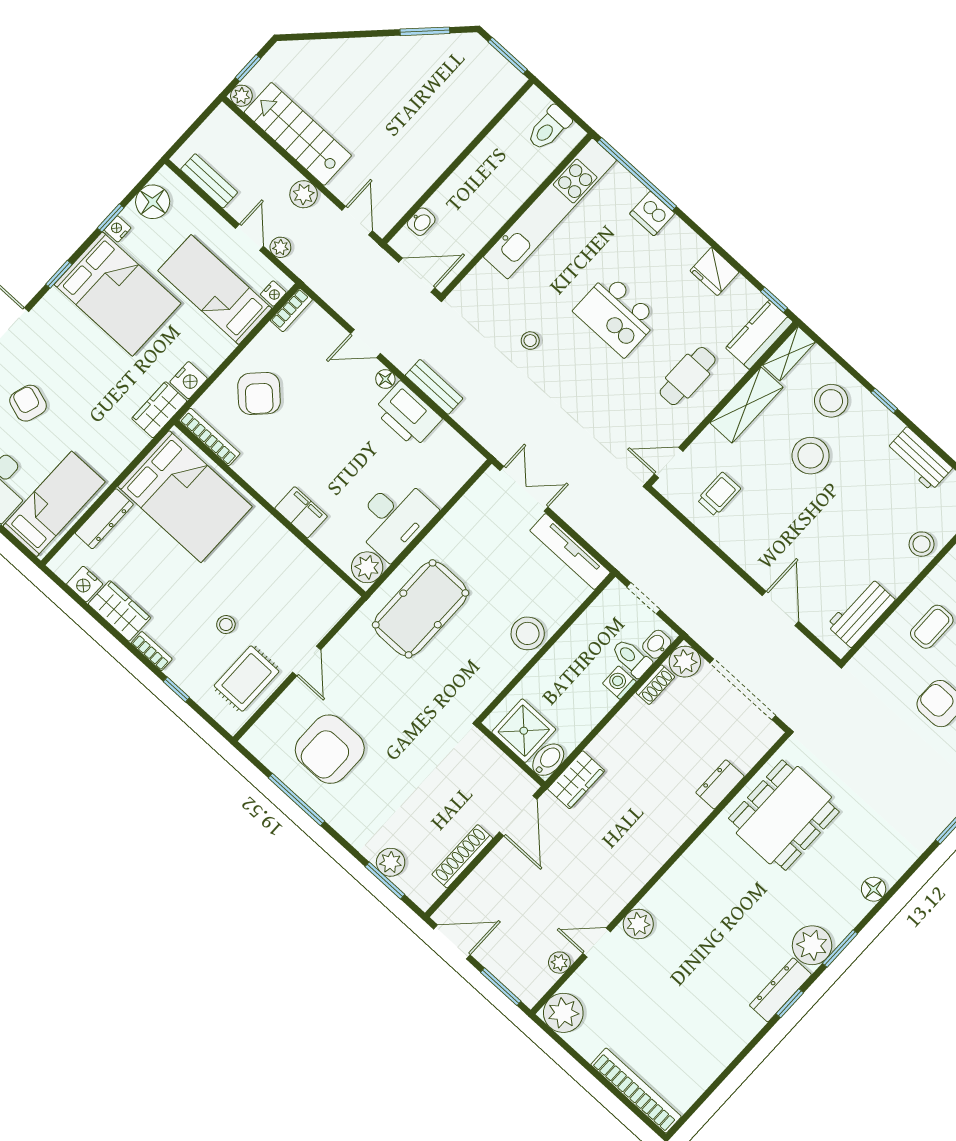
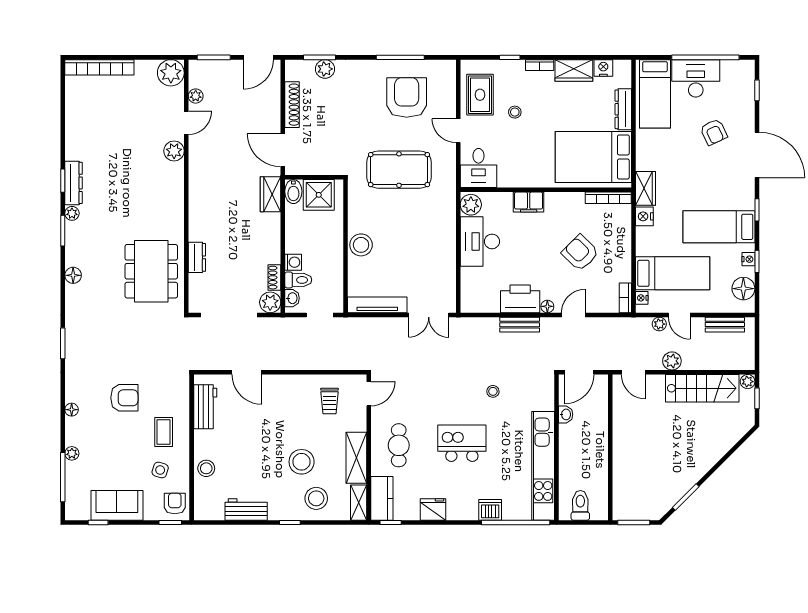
washbasin: (421, 222) -> (566, 414), moved, turned 180
bed: (117, 294) -> (719, 227), width x0.67
armchair: (259, 394) -> (580, 253), moved
armchair: (28, 403) -> (714, 132), turned 47
desk: (322, 600) -> (479, 168), added
pool table: (421, 609) -> (399, 170), moved, turned 90
plant: (812, 945) -> (72, 213), width x0.53, depth x0.53

